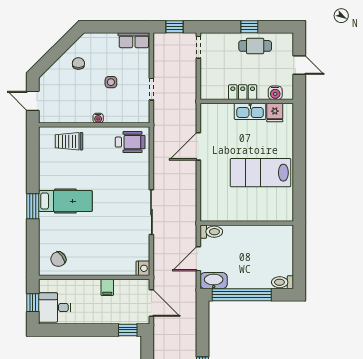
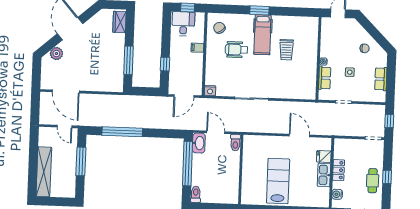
row of seats: (134, 40) -> (381, 79), moved
fridge: (275, 113) -> (324, 157), moved
row of seats: (120, 116) -> (325, 78), added
trolley: (69, 141) -> (286, 50), moved, turned 180
wheelchair: (130, 142) -> (236, 50), moved, turned 90
filing cabinet: (107, 287) -> (197, 48), moved
window: (128, 330) -> (165, 64), moved

